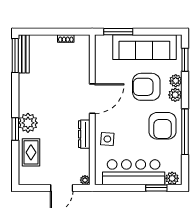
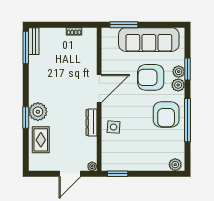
bench: (24, 54) -> (34, 41), width x0.73
window: (185, 60) -> (187, 69), moved
bar counter: (134, 172) -> (138, 159), removed
window: (156, 188) -> (118, 174), moved

